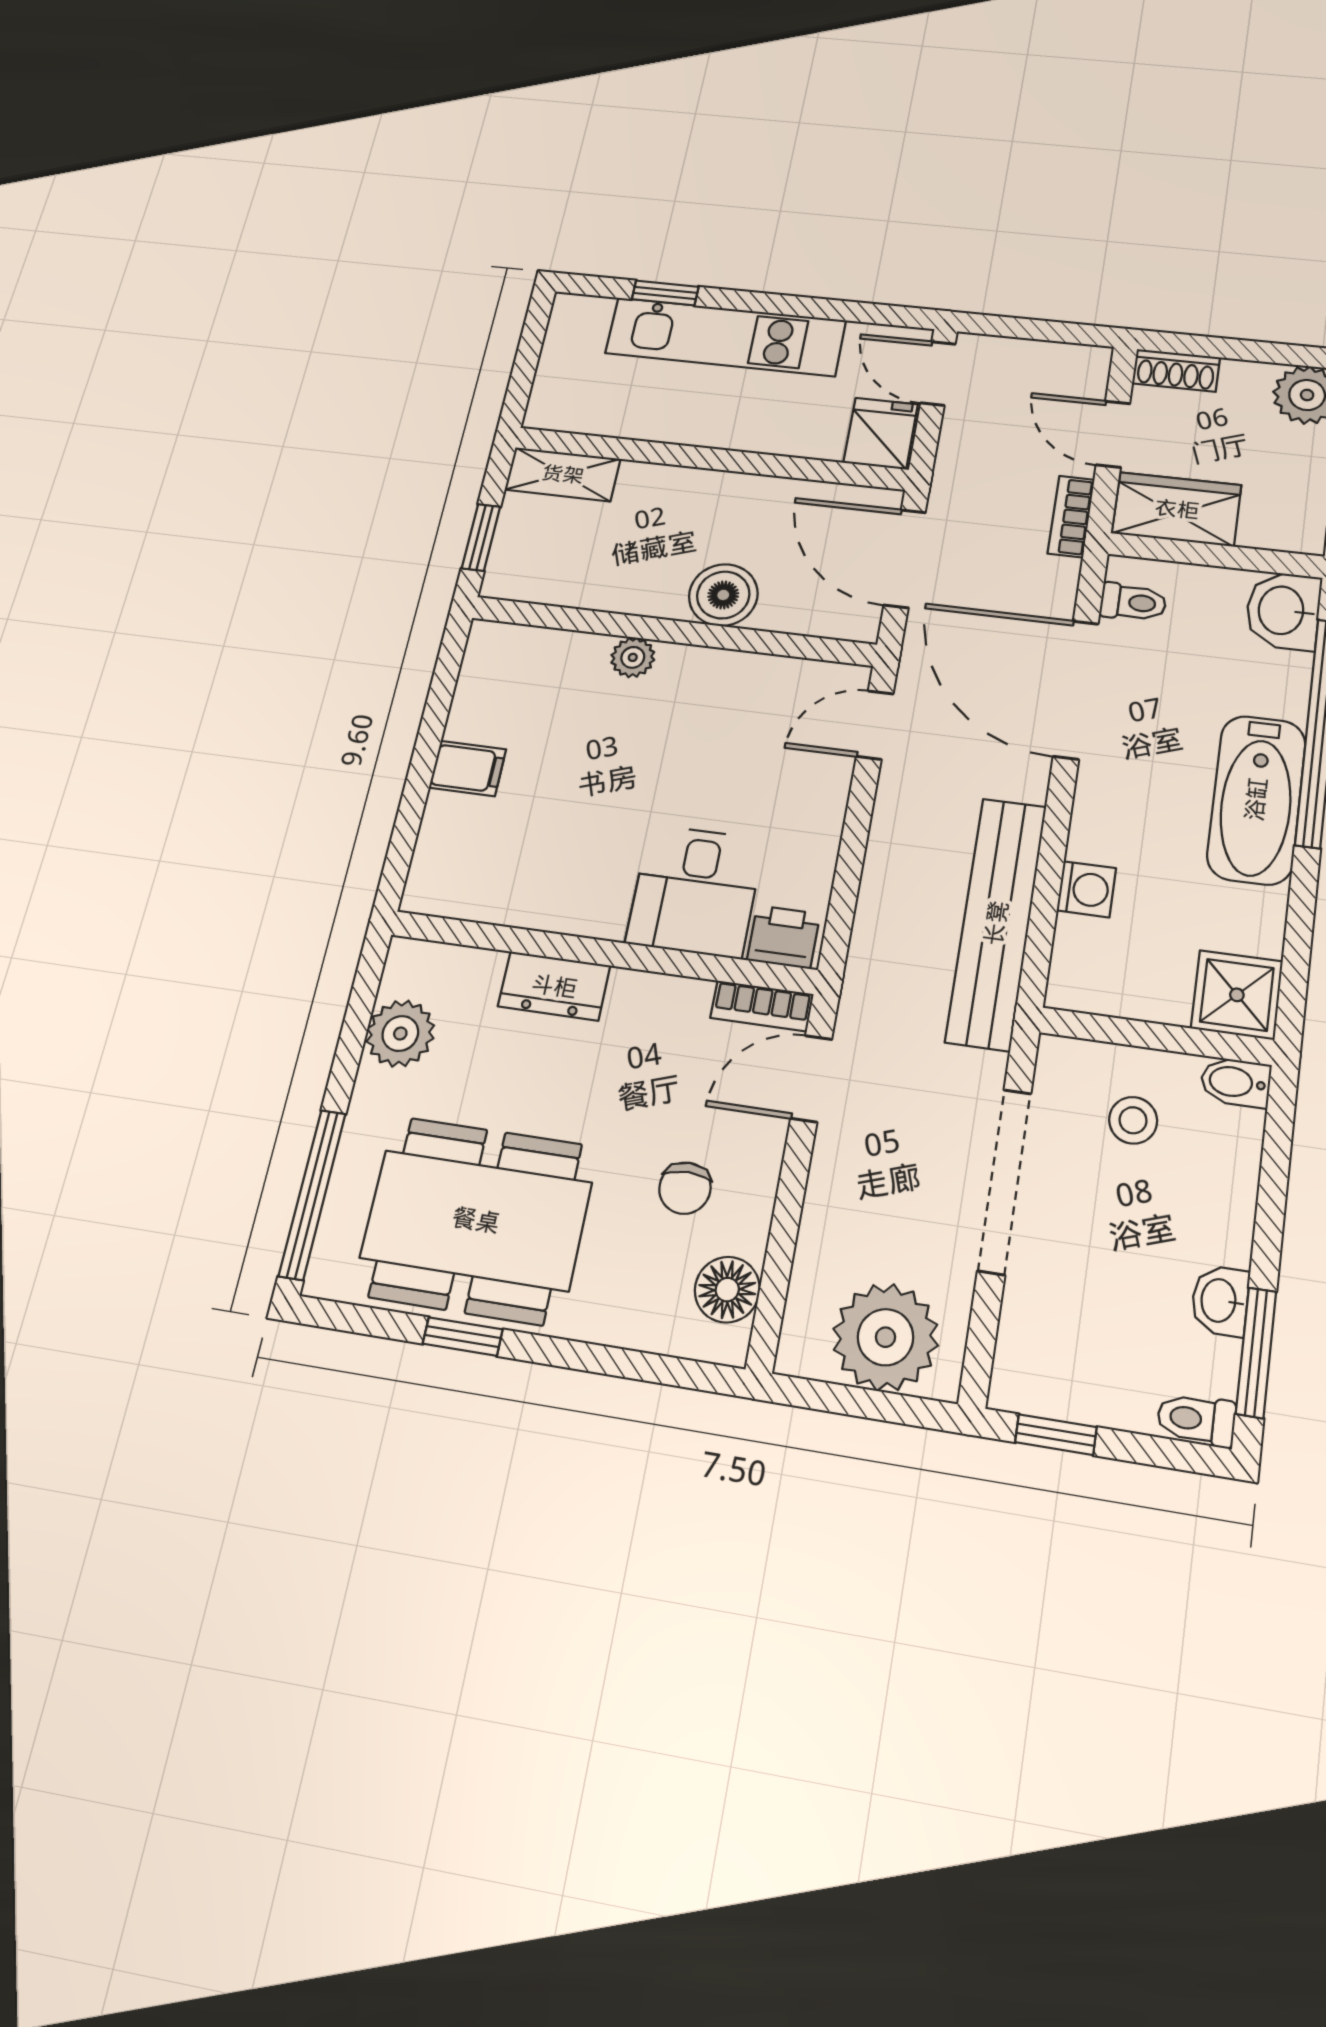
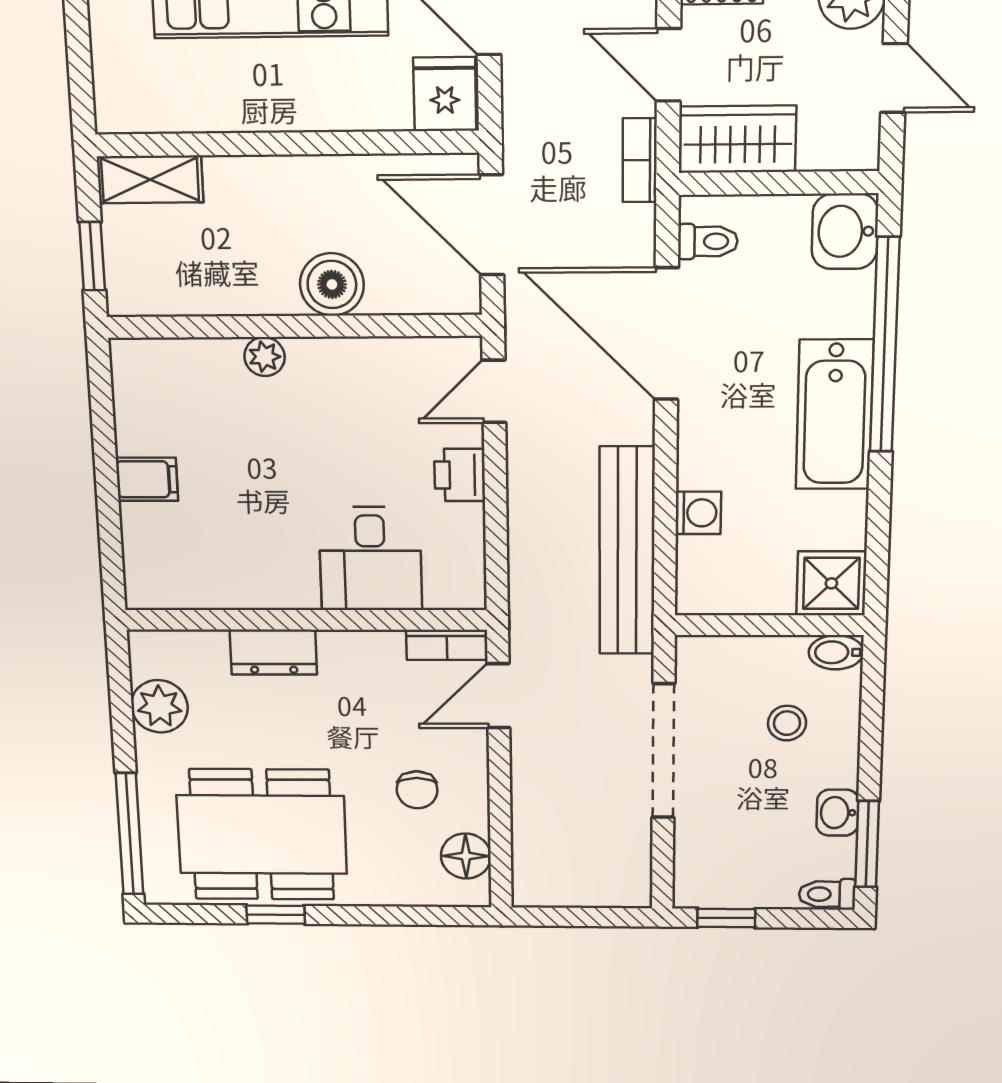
printer: (783, 937) -> (460, 475), moved, turned -90
stool: (1133, 1120) -> (787, 723), moved
plant: (885, 1337) -> (591, 872), removed

